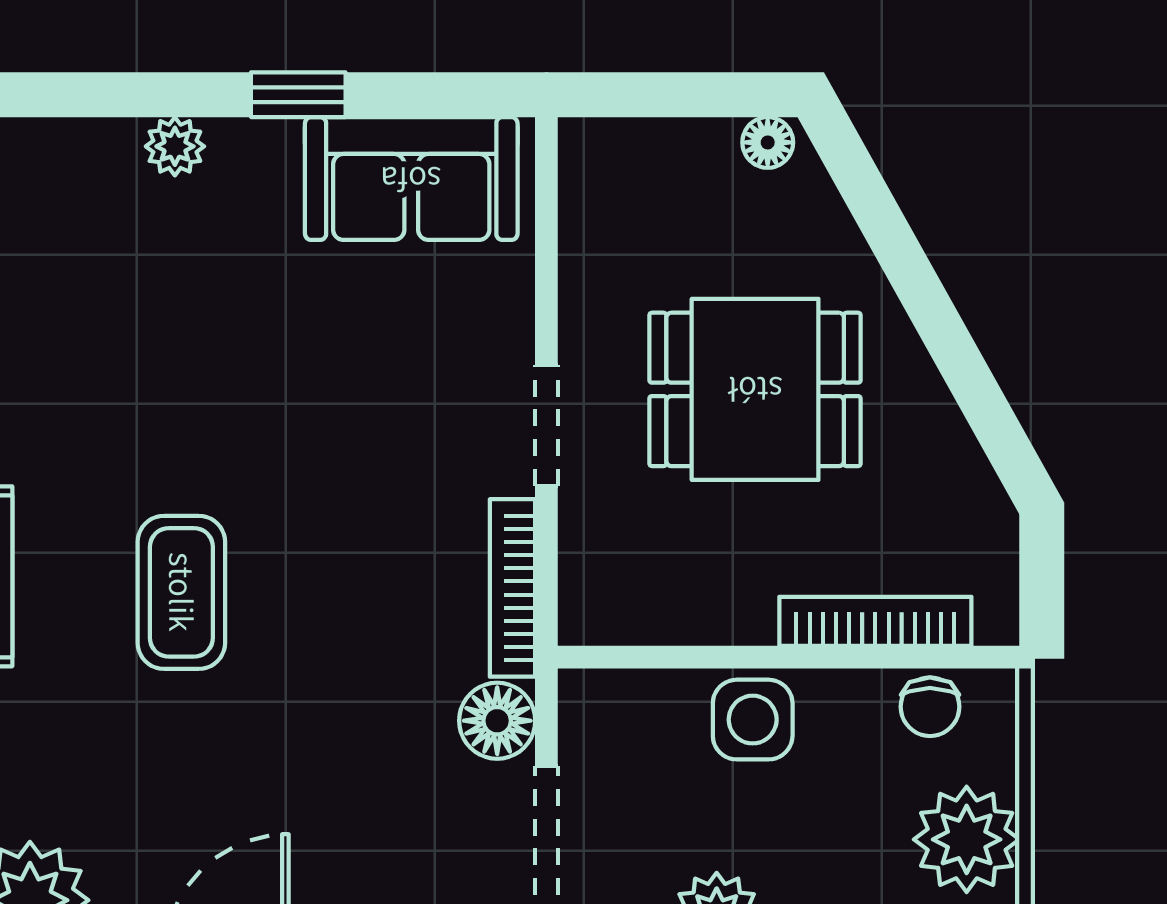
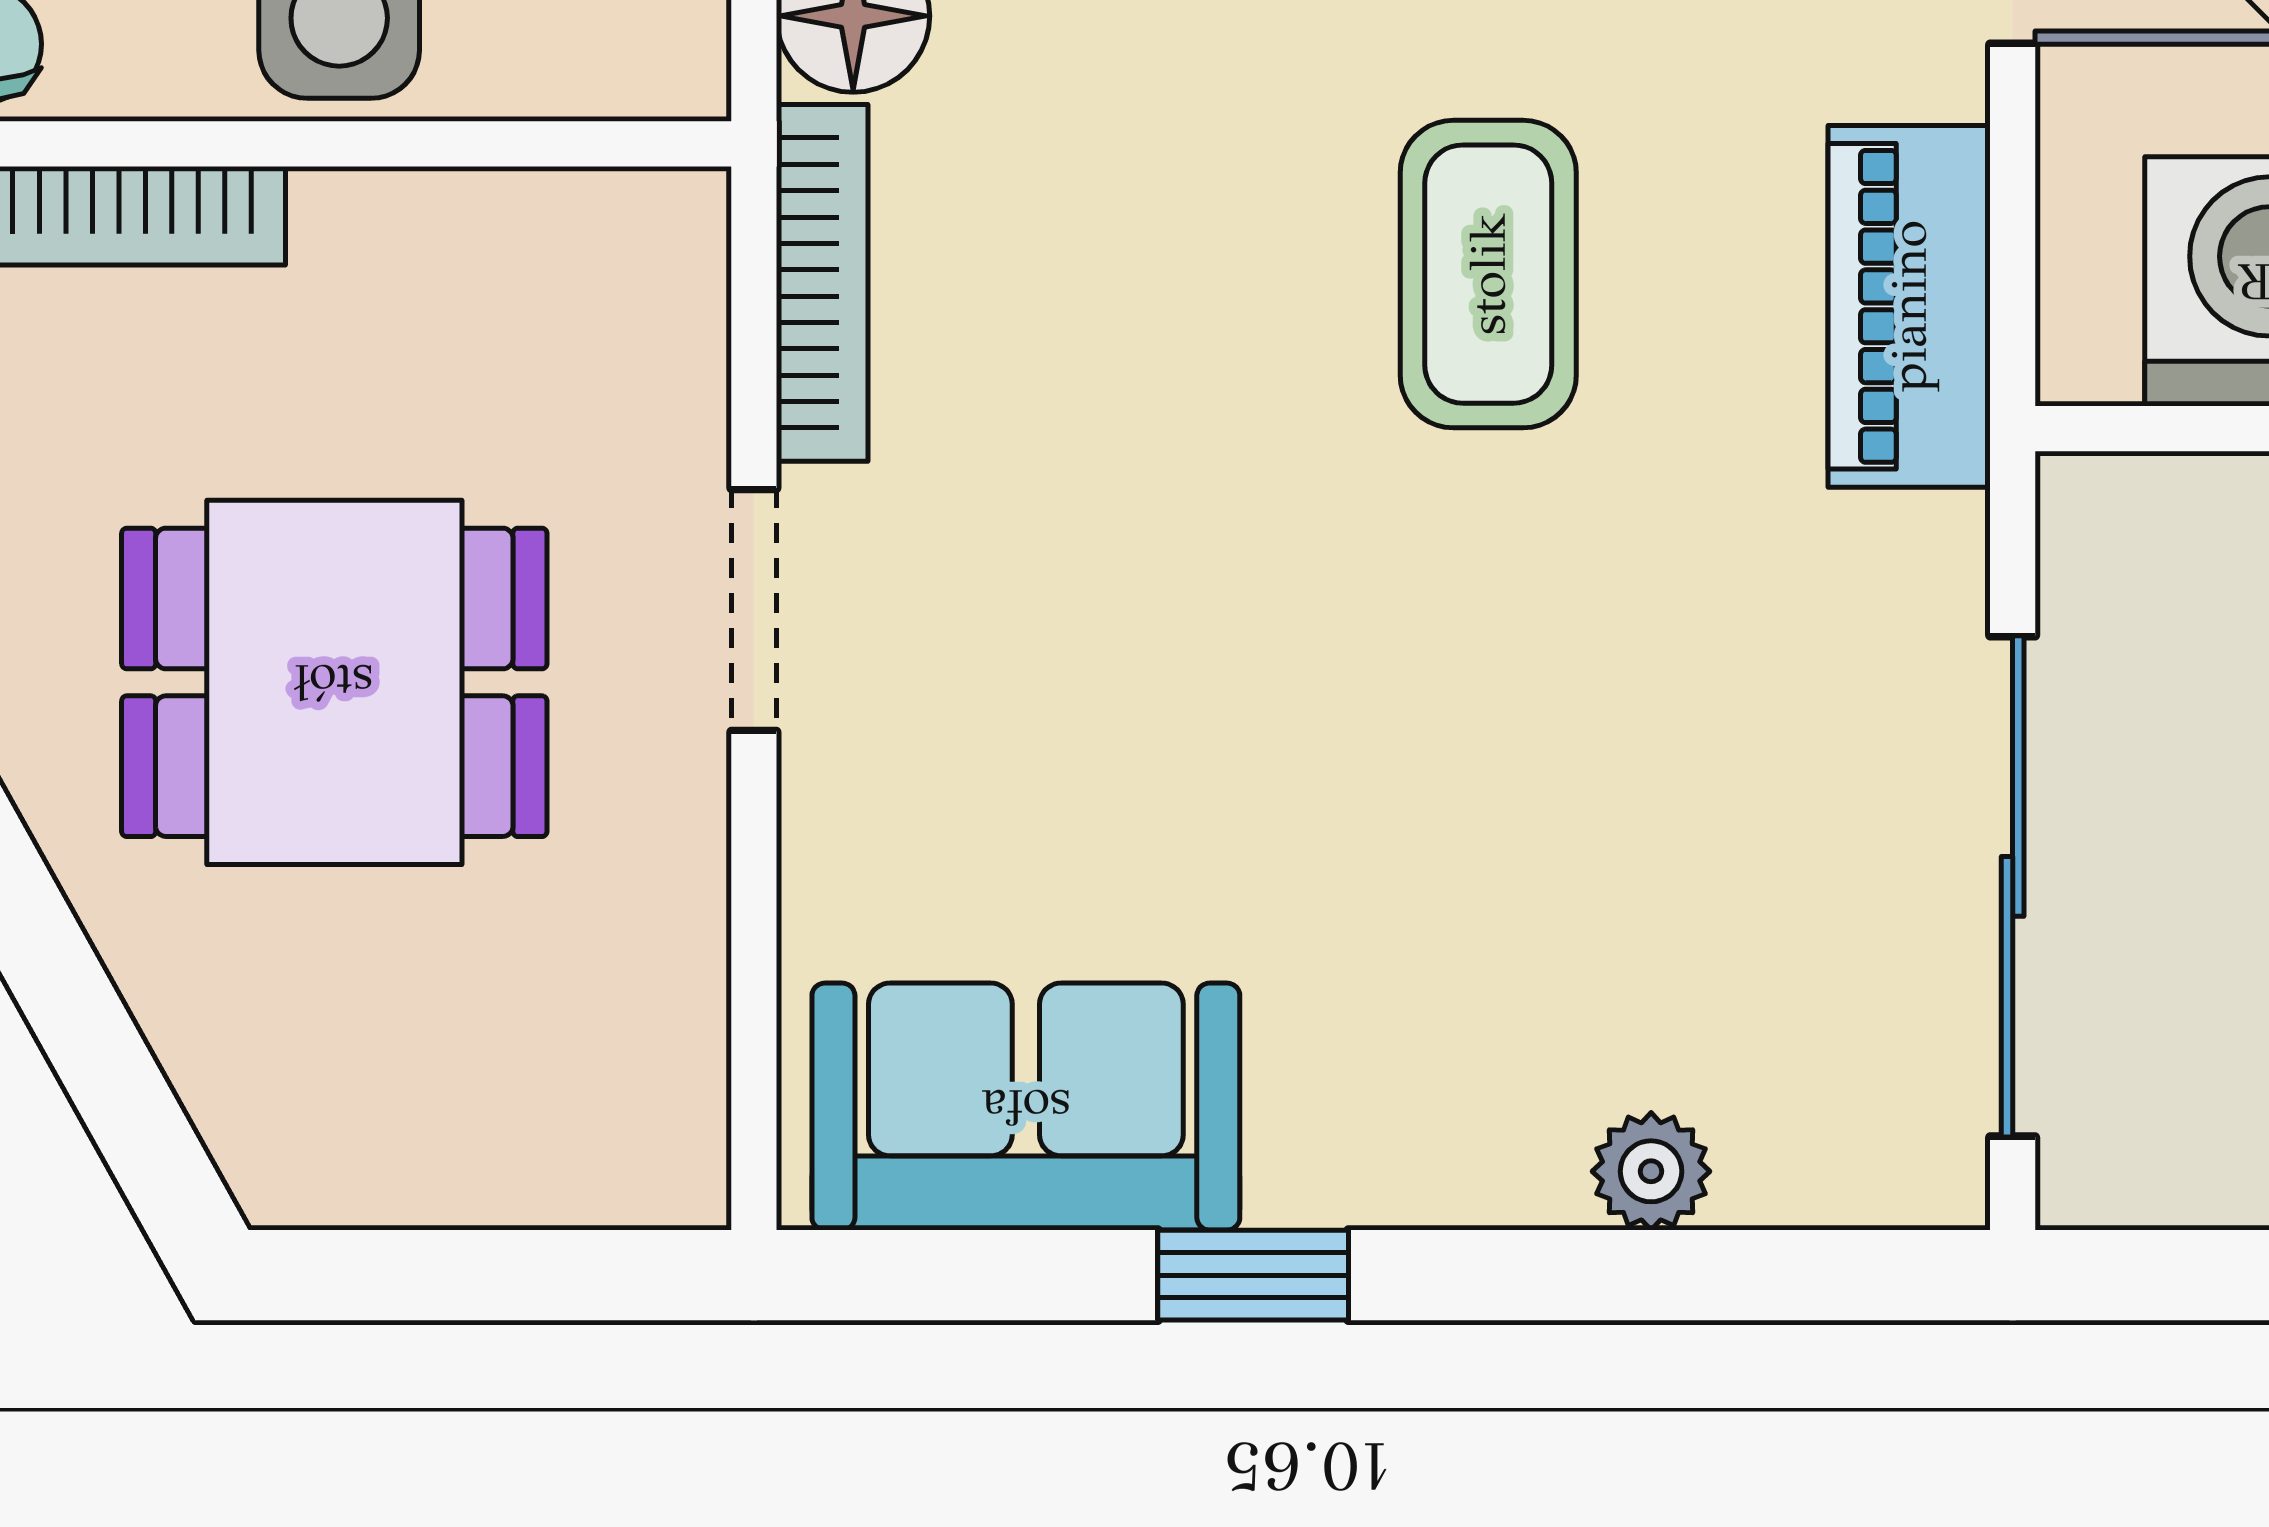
floor lamp: (768, 142) -> (309, 1179), removed
plant: (175, 146) -> (1651, 1171), moved

